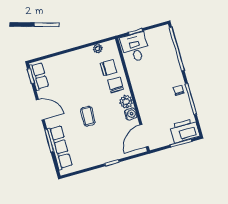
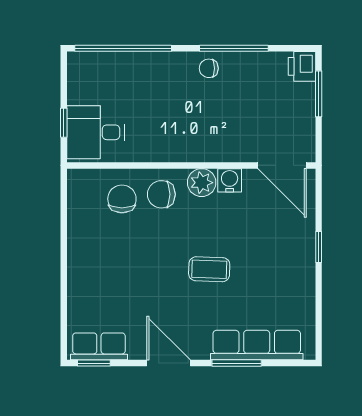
plant: (98, 49) -> (77, 210), removed
door: (40, 110) -> (169, 363), hinge flipped
printer: (185, 131) -> (302, 66), width x0.53, depth x0.68

